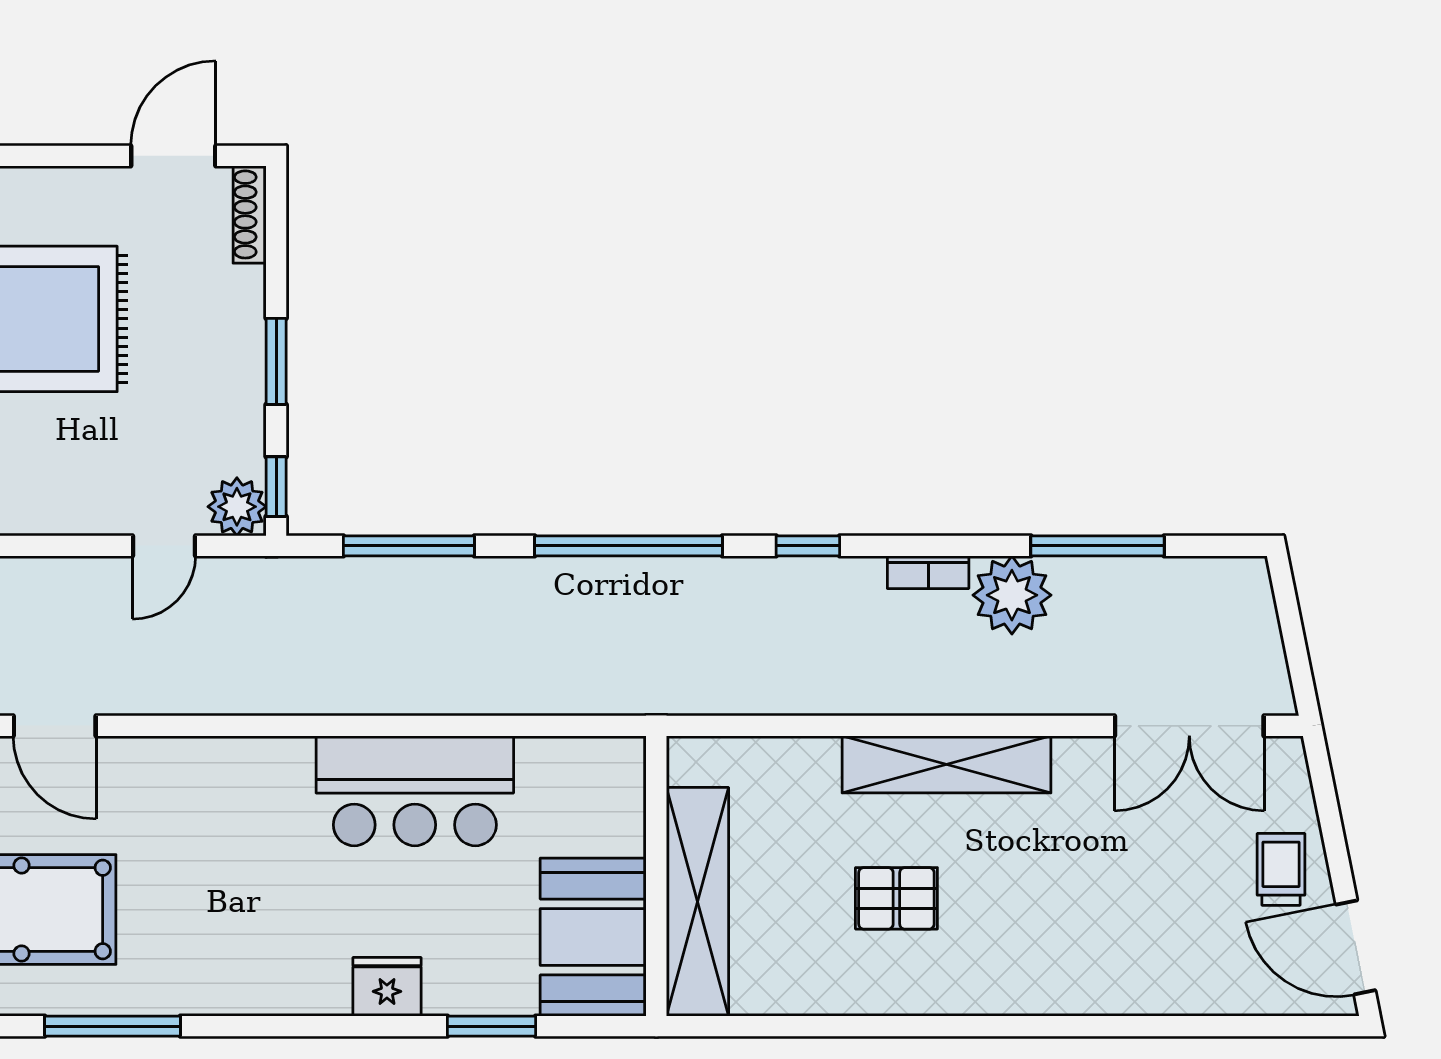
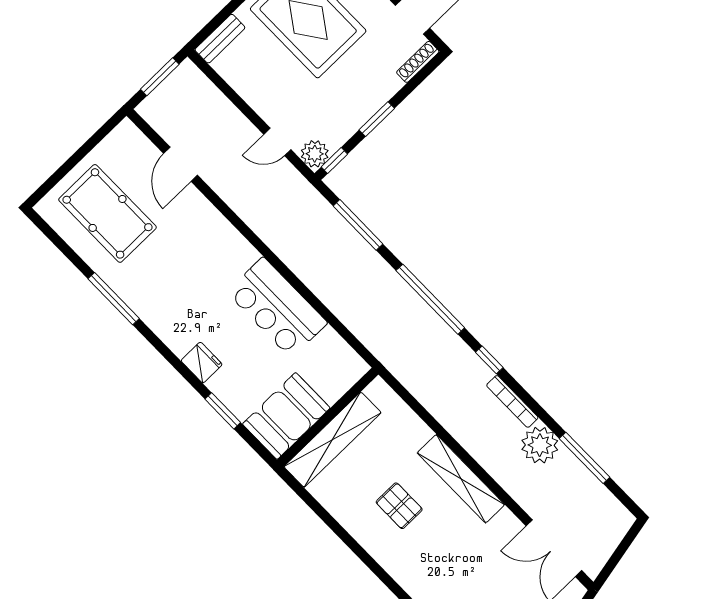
bookcase: (928, 572) -> (512, 401), width x1.56
window: (113, 1026) -> (114, 299), moved

